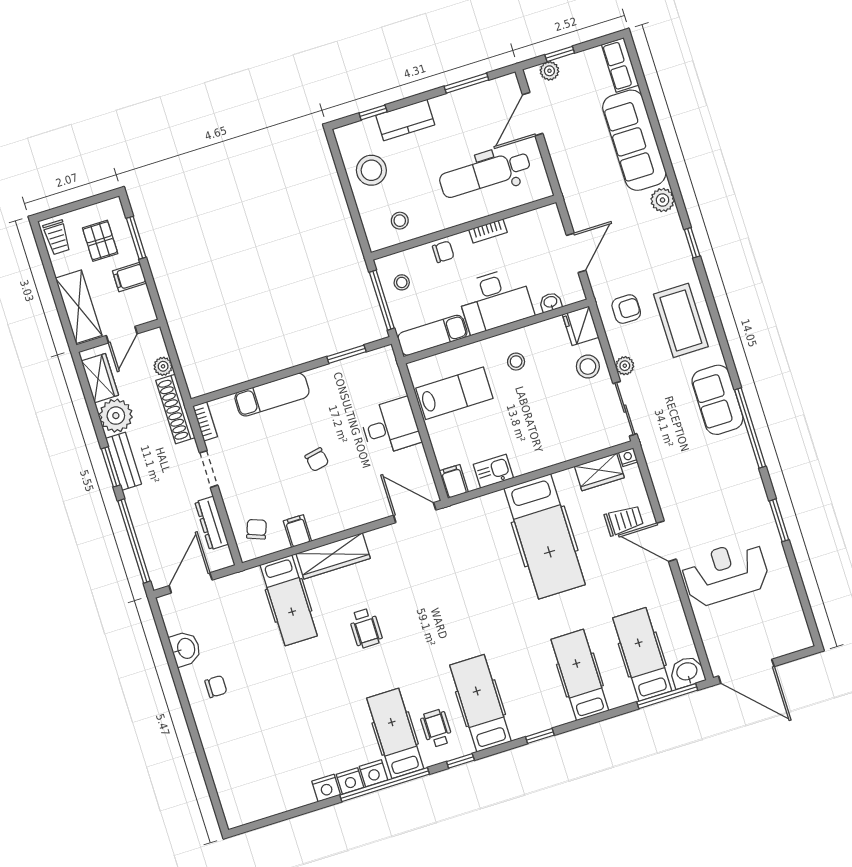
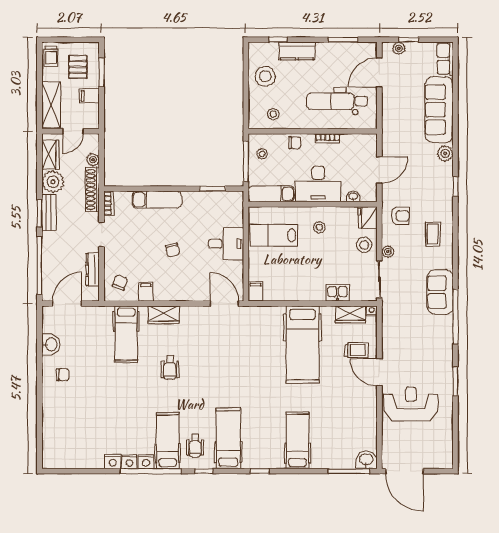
coffee table: (681, 320) -> (433, 234), width x0.54, depth x0.58
lab bench: (454, 393) -> (274, 235), turned 180
kitchen sink: (493, 471) -> (337, 293), moved
wardrobe: (333, 556) -> (164, 315), width x0.67
hospital bed: (642, 654) -> (341, 440), removed
wheelchair: (436, 728) -> (195, 446), turned 180

